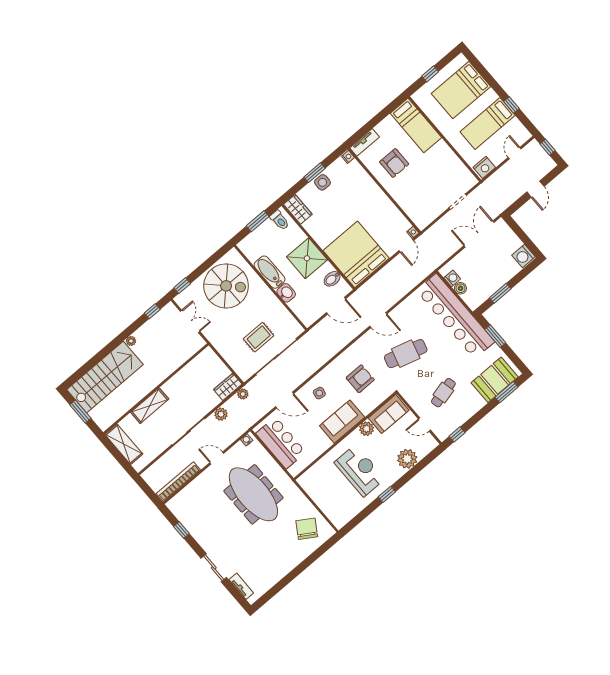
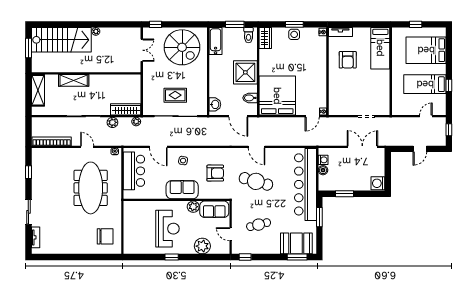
nightstand: (484, 167) -> (400, 109), removed
bathtub: (270, 272) -> (216, 41), moved
washbasin: (286, 293) -> (215, 104), moved
window: (152, 311) -> (124, 24), removed
wardrobe: (228, 387) -> (126, 109), width x1.50
chair: (307, 529) -> (105, 236), turned 58

